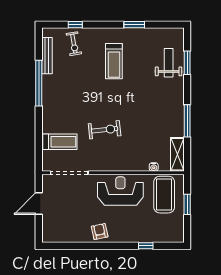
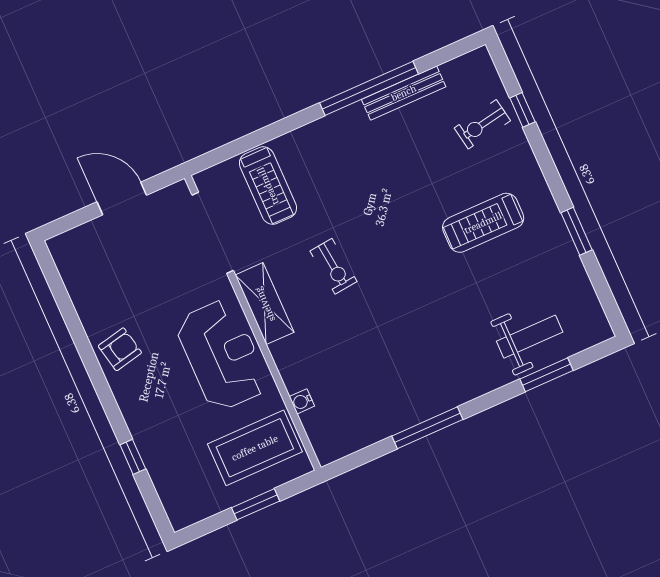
bench: (47, 56) -> (404, 93), moved
exercise bike: (105, 130) -> (333, 266), width x0.73, depth x0.72
shelving: (177, 154) -> (265, 304), moved, turned 90

